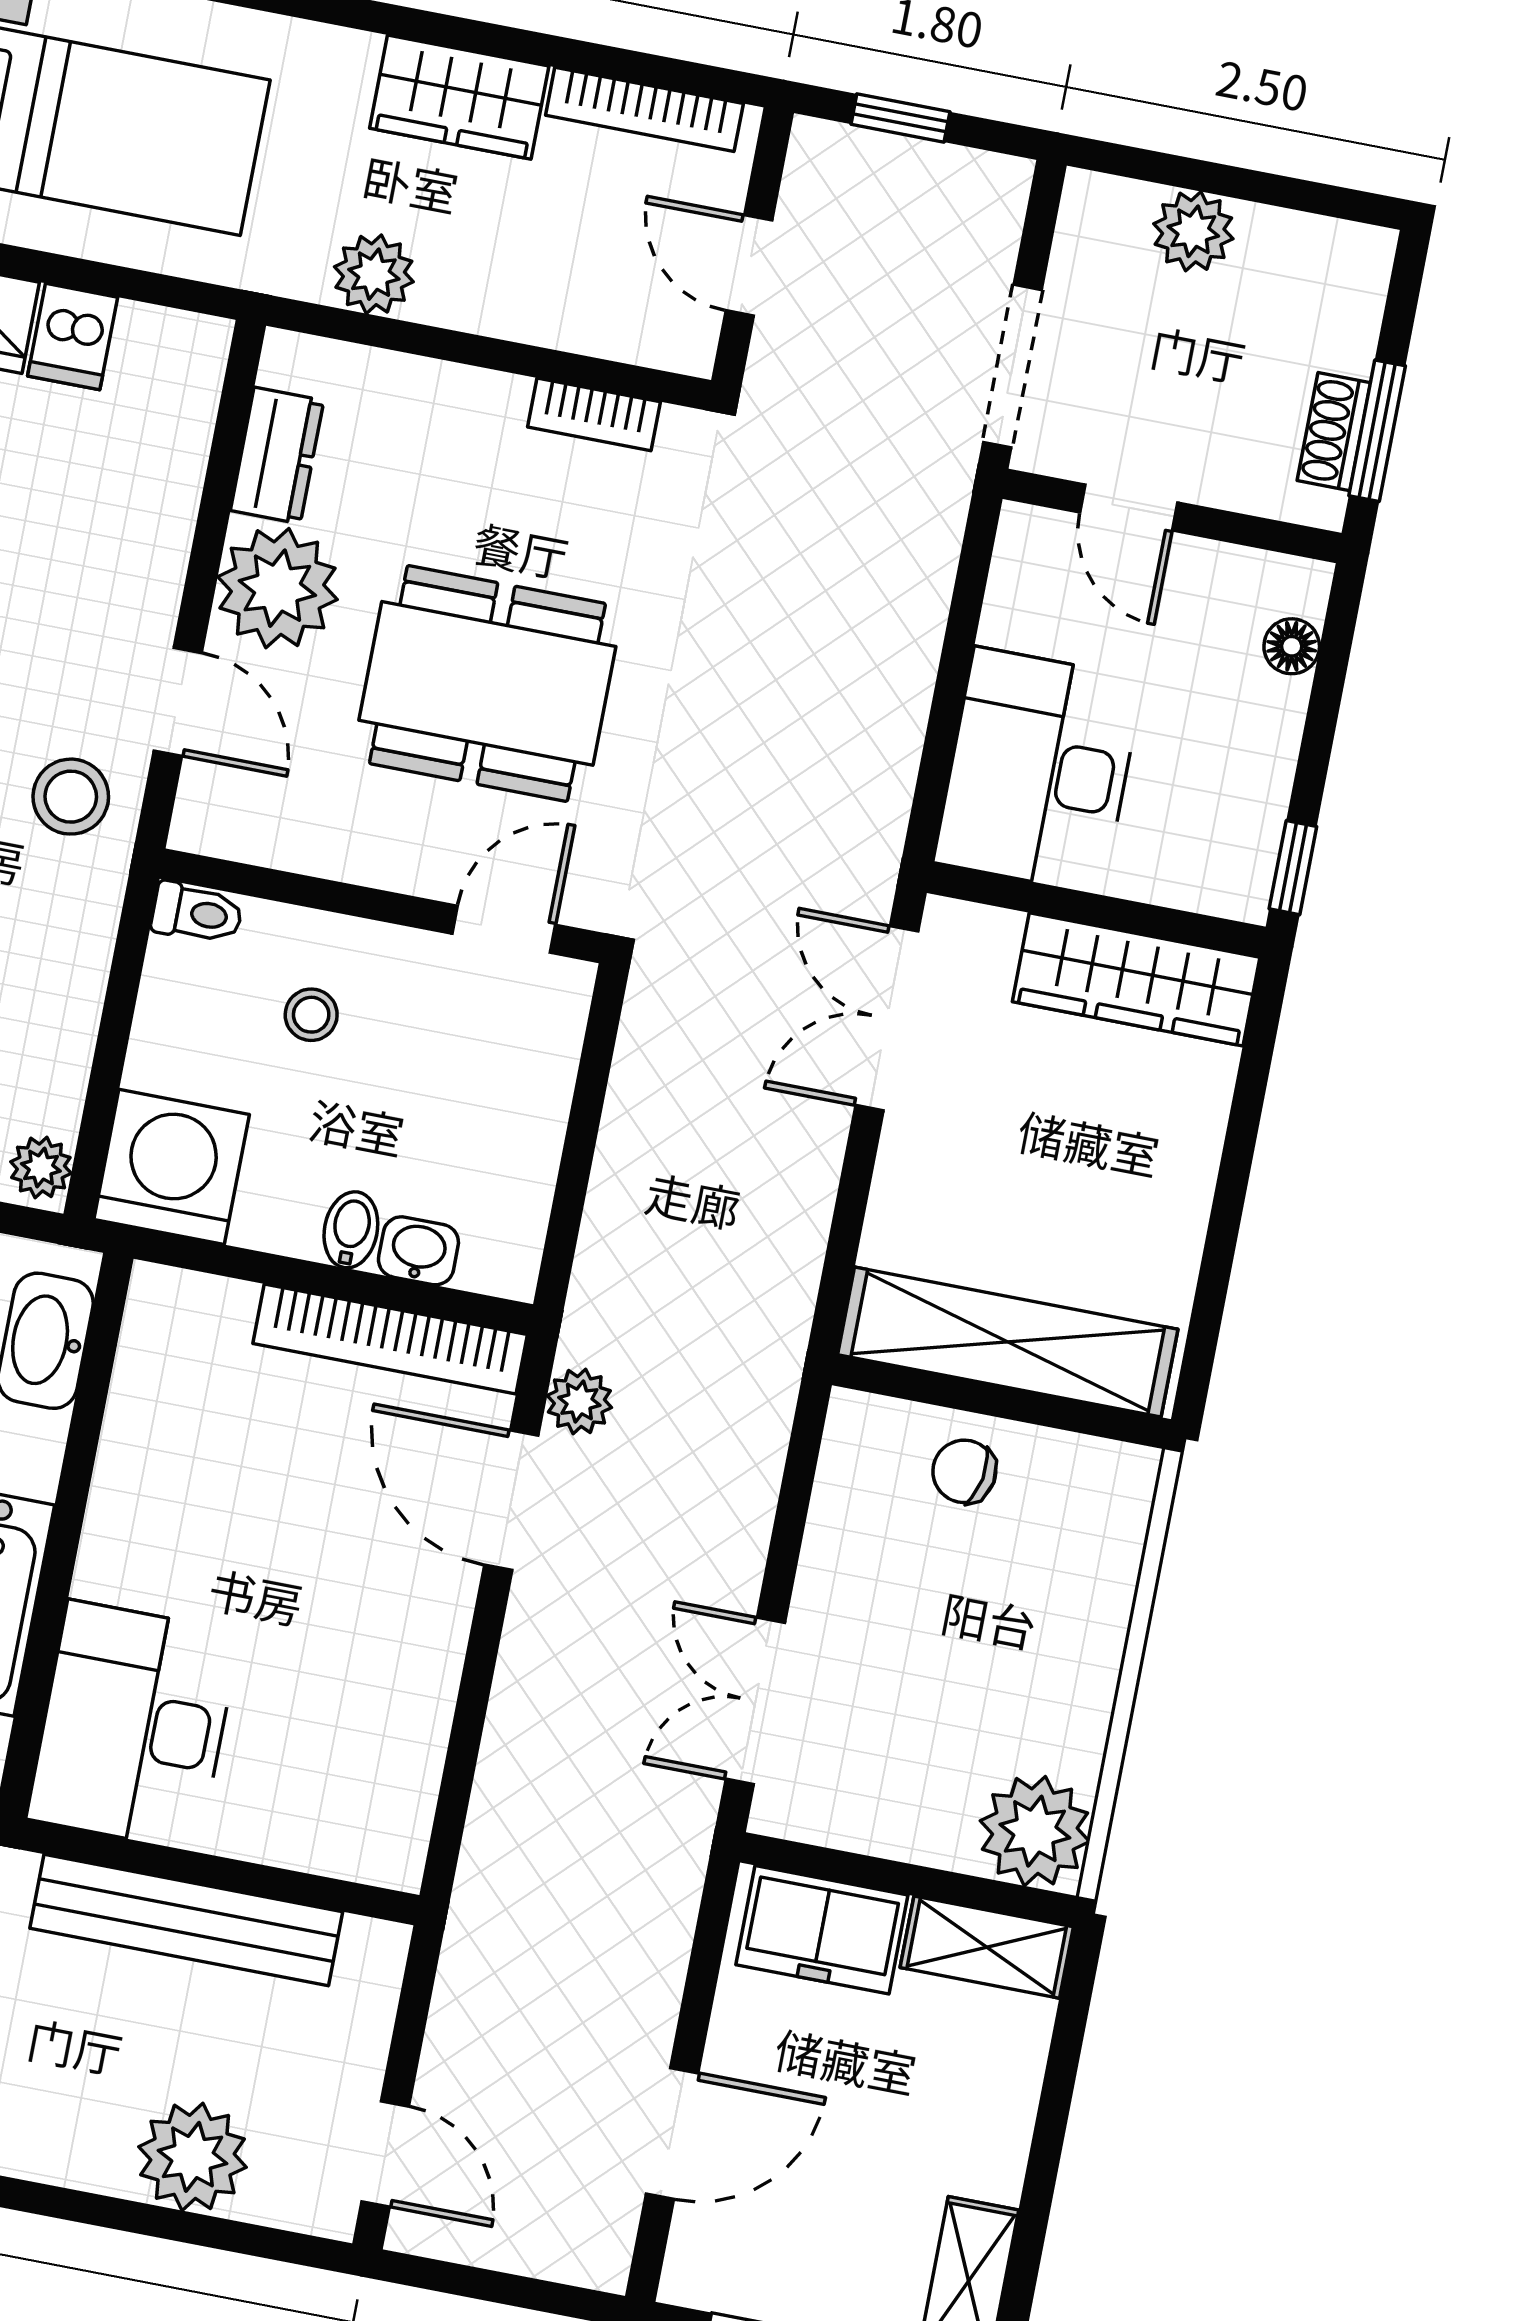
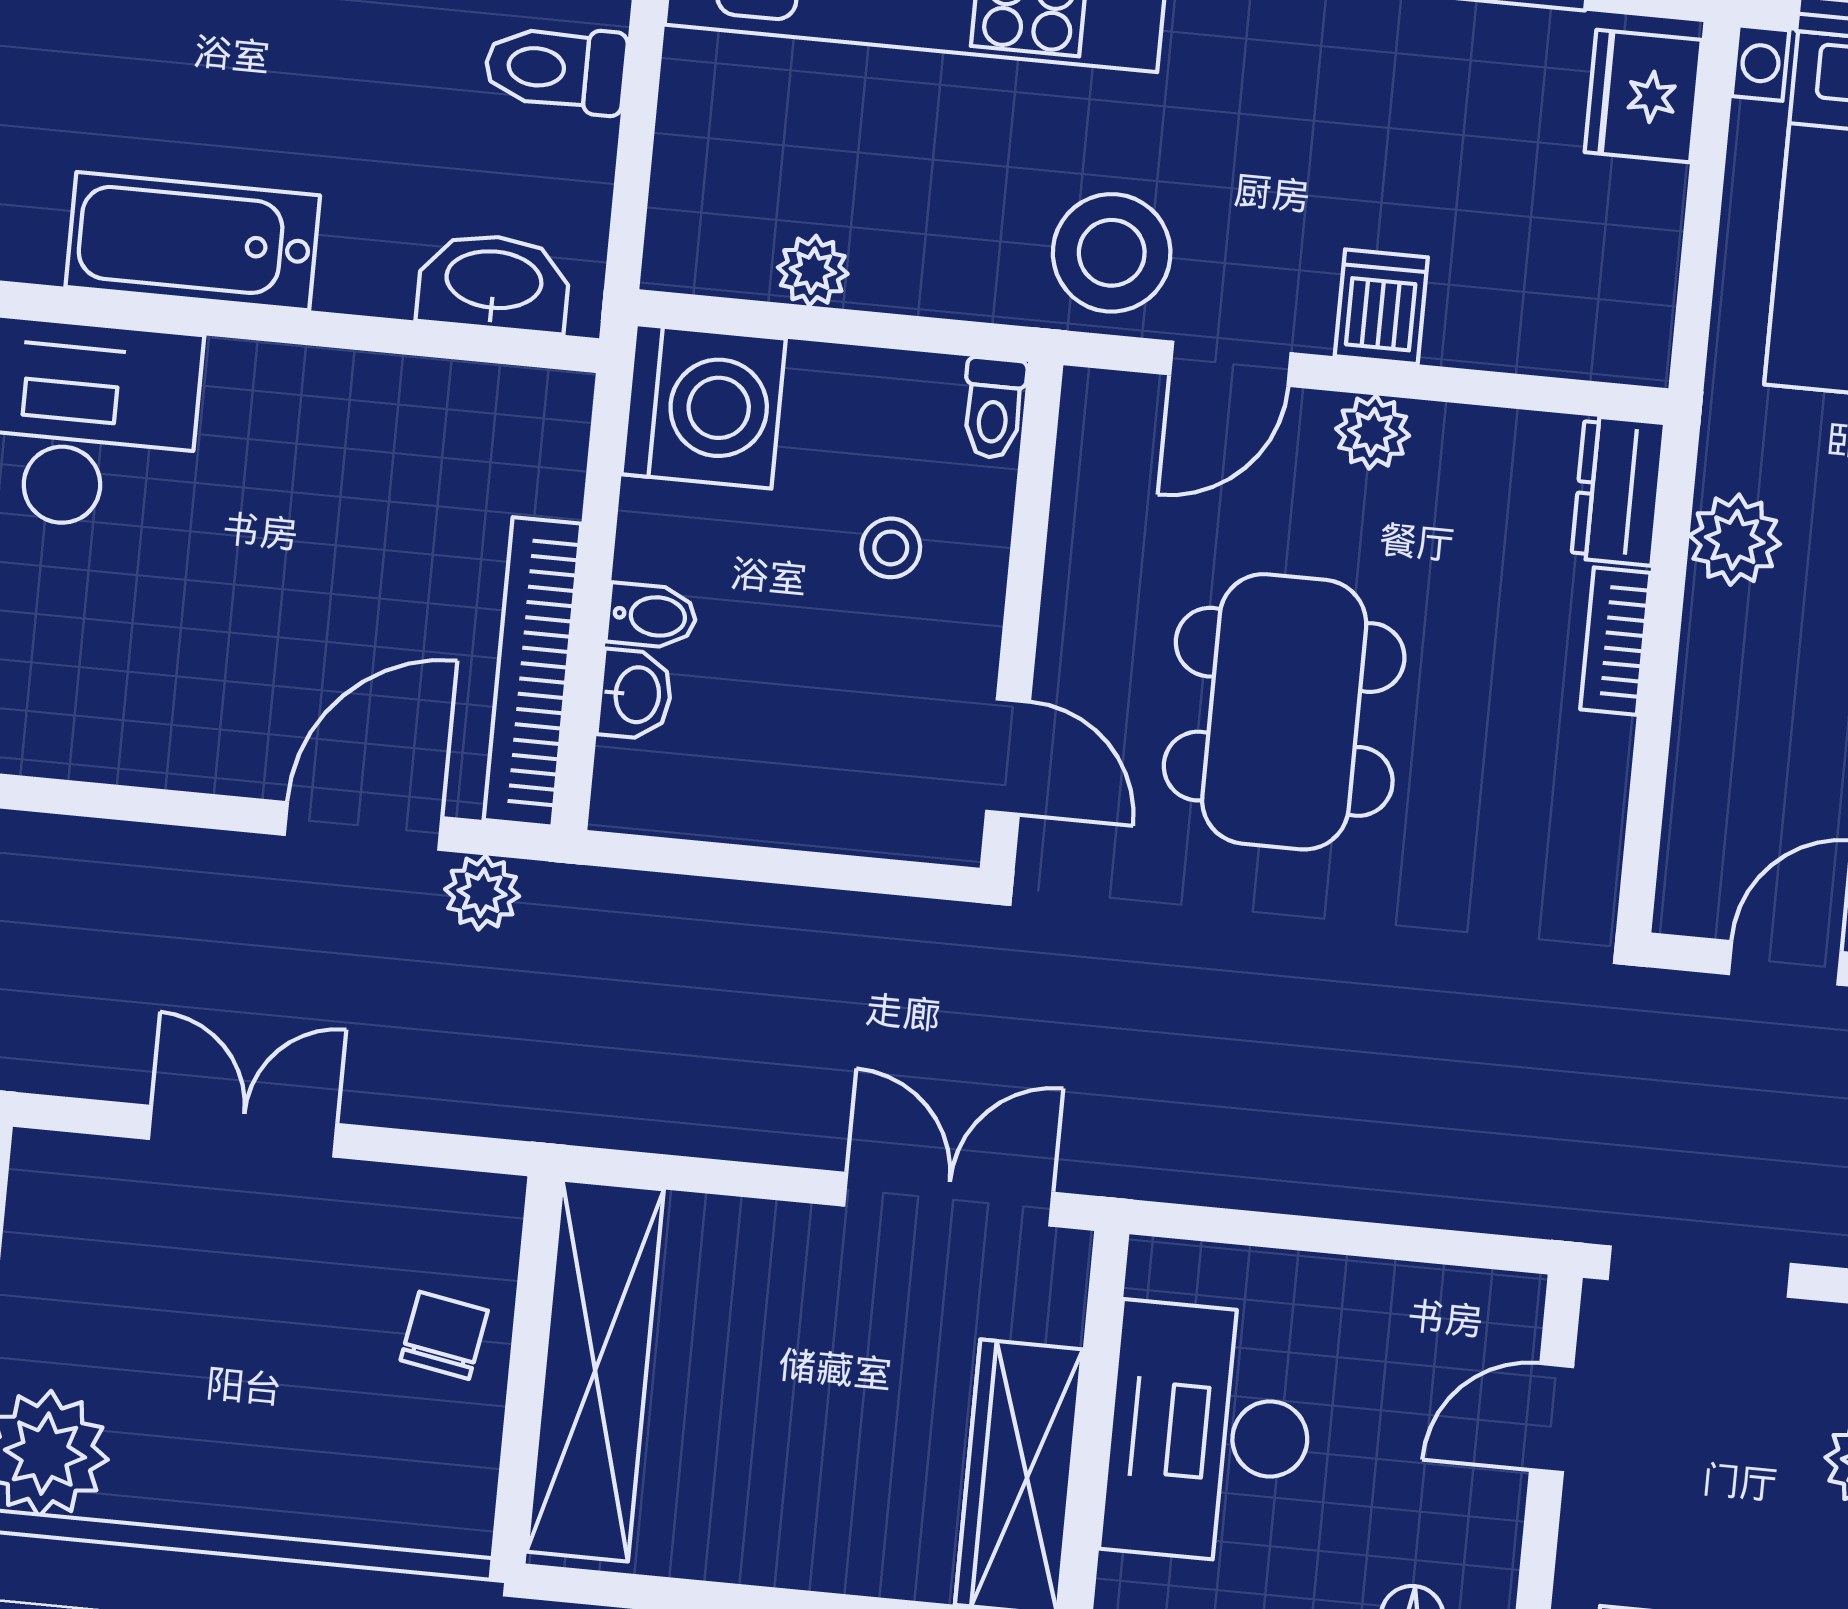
dishwasher: (73, 337) -> (1381, 307), moved, turned 90
bookcase: (594, 414) -> (1615, 641), moved
dresser: (277, 456) -> (1618, 491), moved, turned 90
plant: (277, 588) -> (1373, 432), width x0.53, depth x0.53
desk: (1039, 771) -> (1209, 1433), moved, turned -90
stool: (71, 797) -> (1112, 253), width x1.38, depth x1.38
plant: (41, 1167) -> (813, 271), moved
double door: (755, 1701) -> (243, 1131), moved

